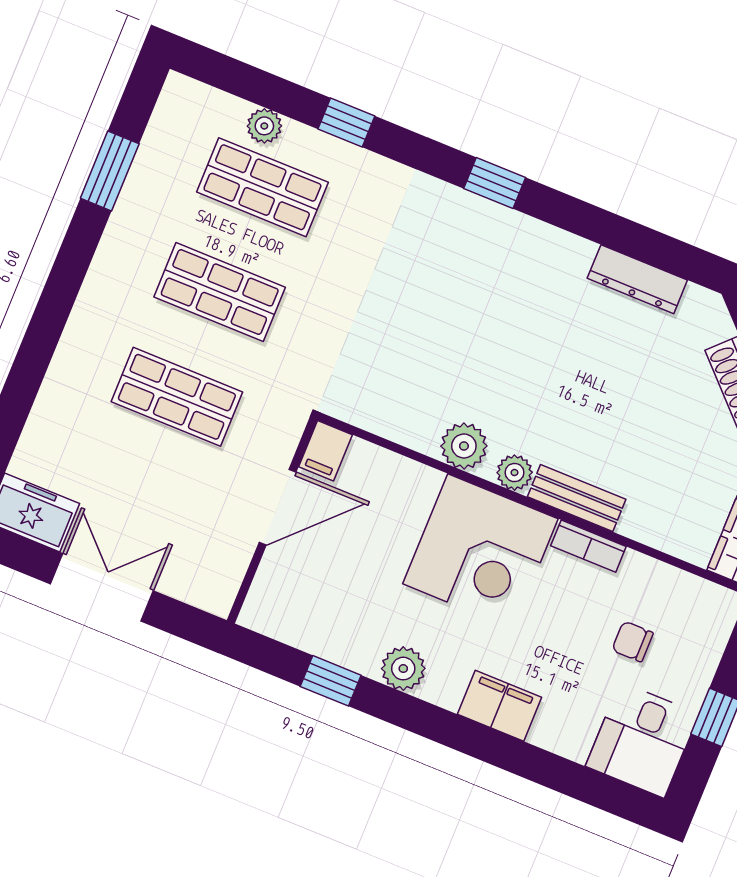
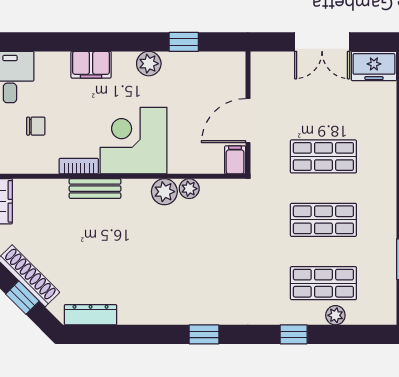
dresser: (637, 279) -> (91, 315), moved
plant: (515, 473) -> (189, 189), moved

